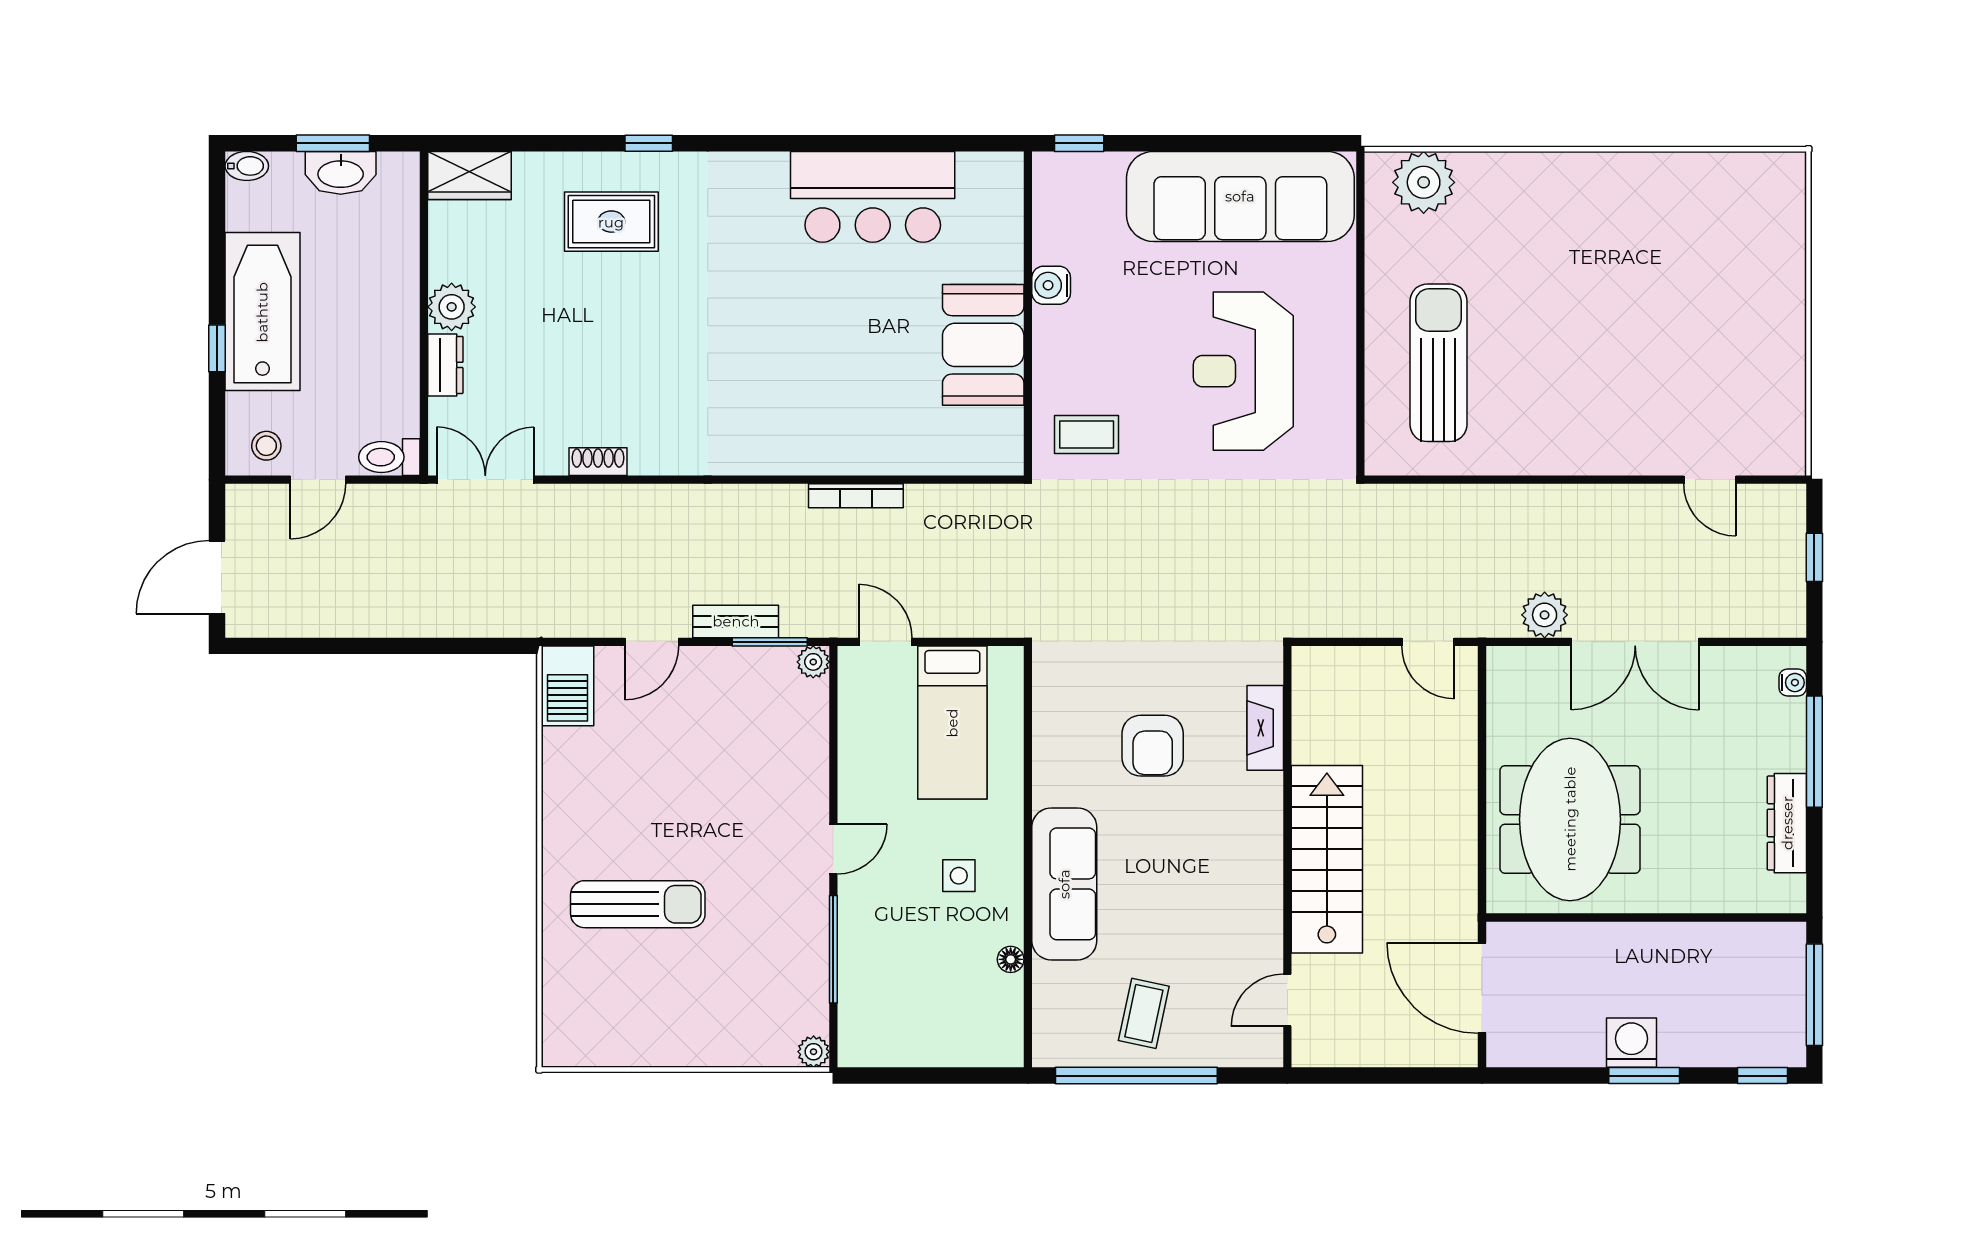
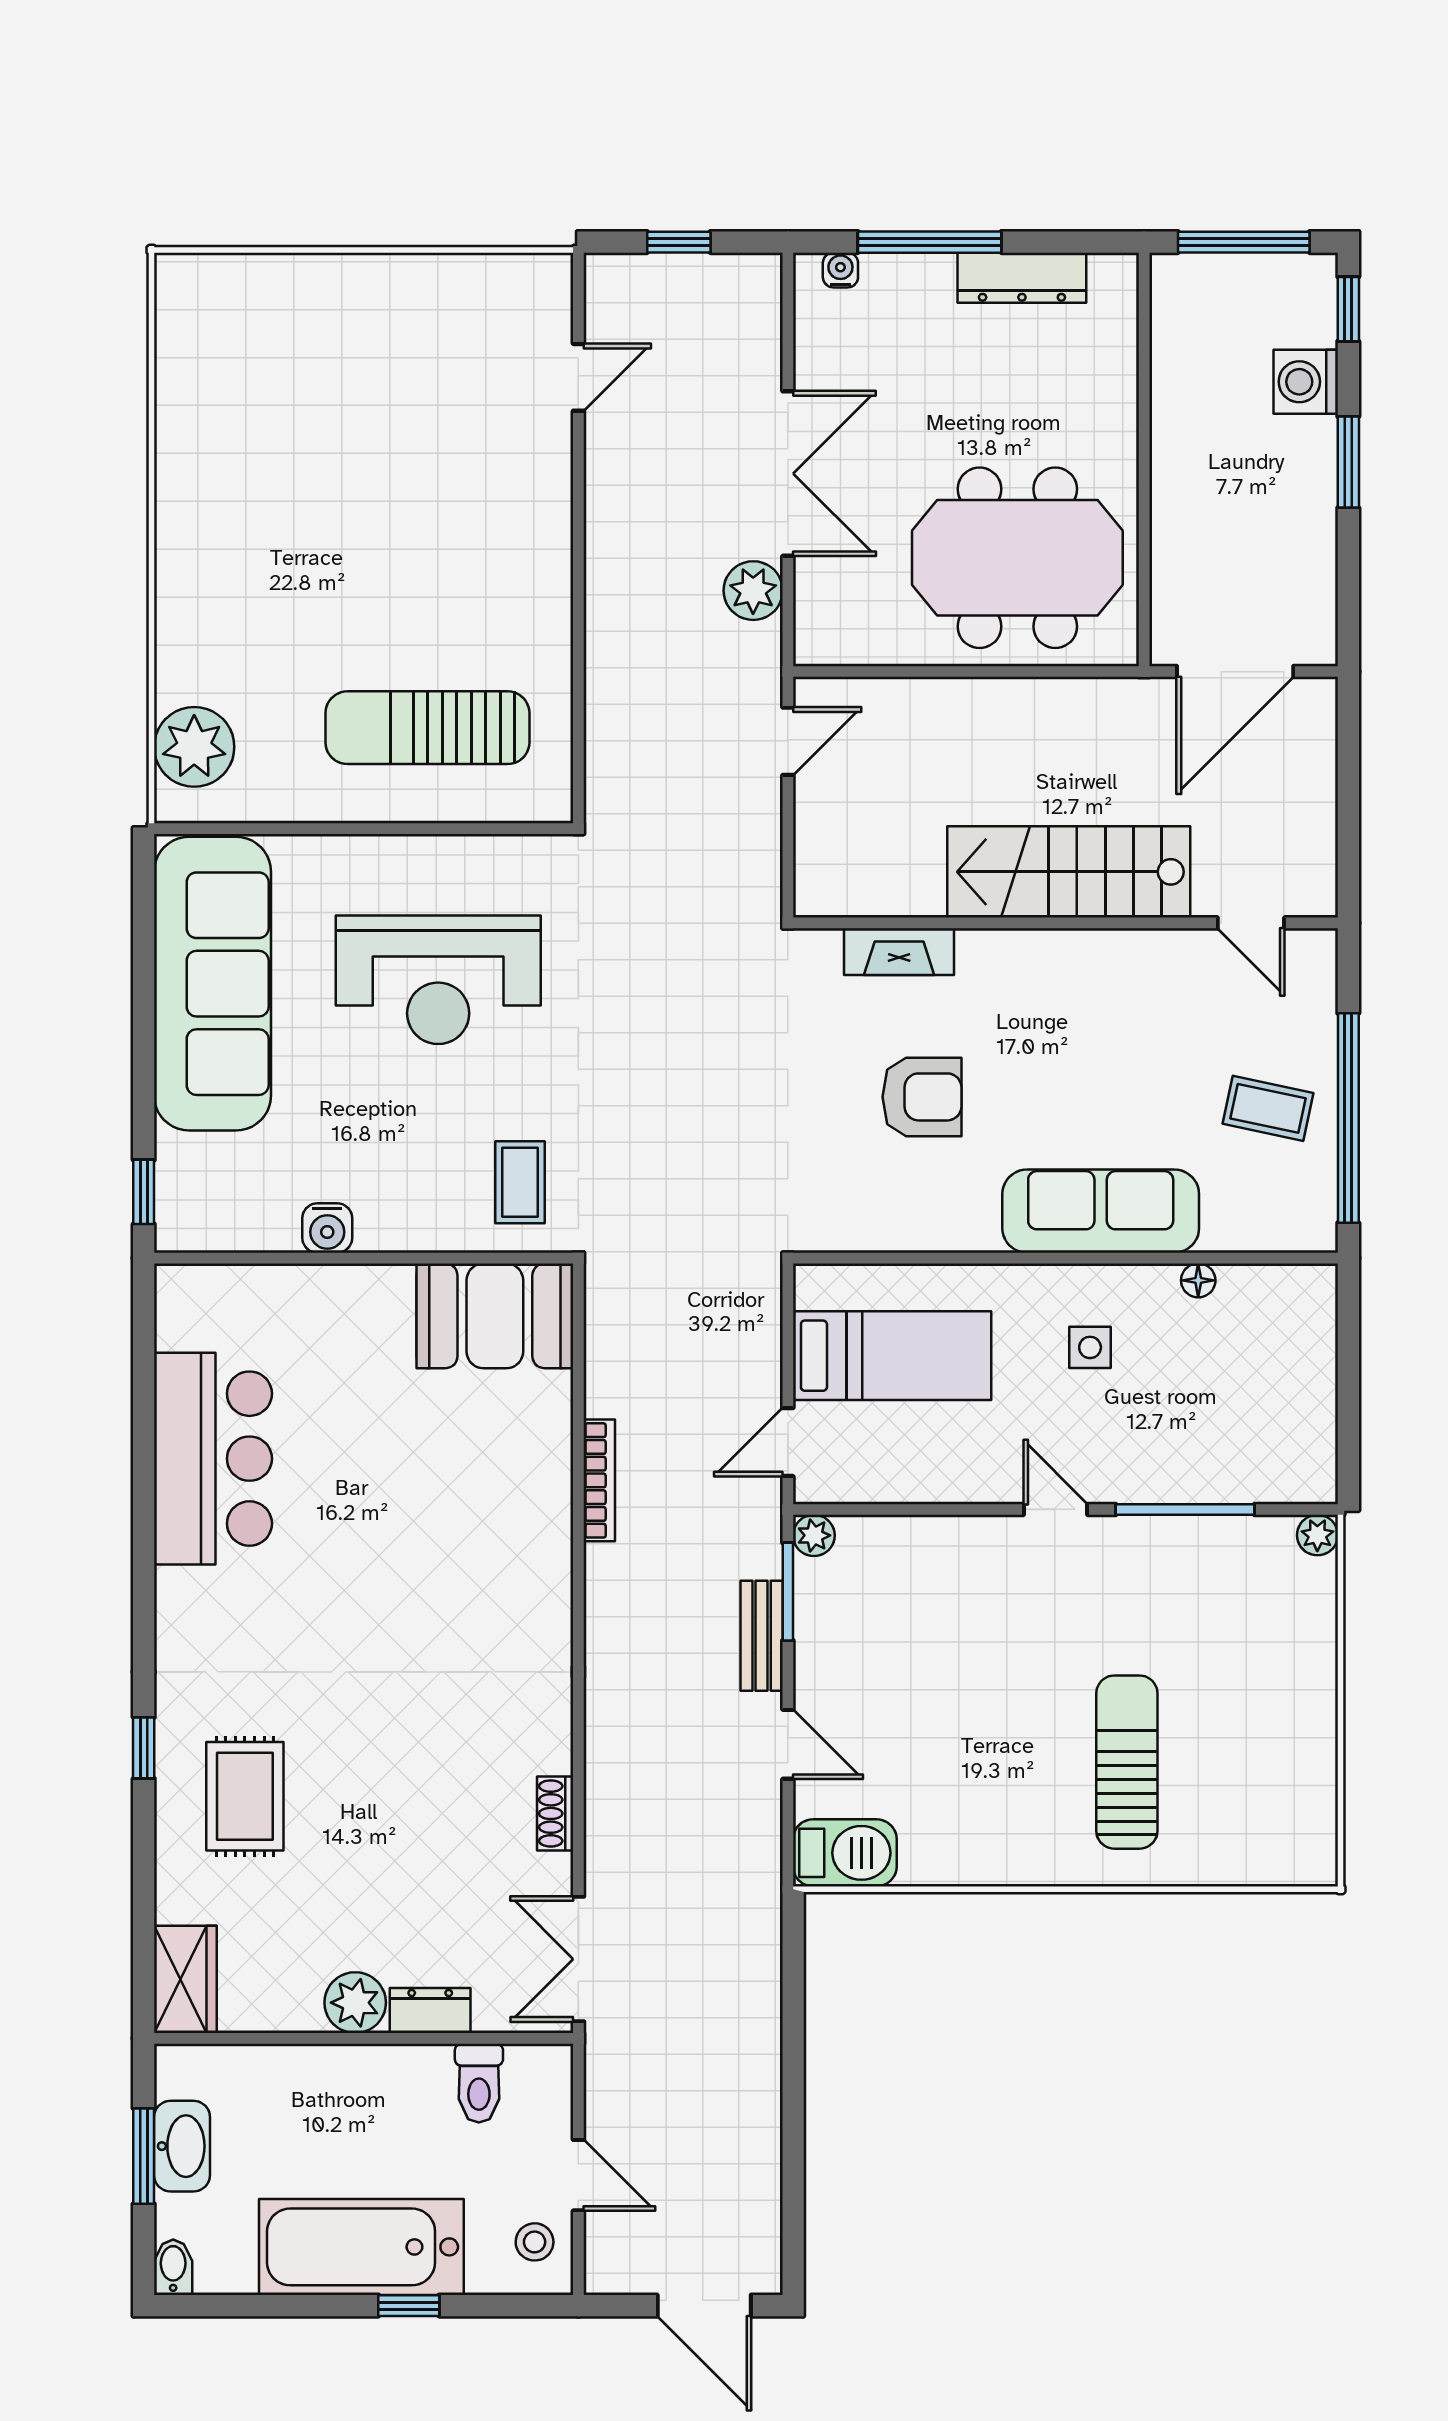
booth: (983, 345) -> (495, 1316), moved
toilet: (389, 457) -> (479, 2083), moved
washing machine: (1631, 1043) -> (1306, 382), moved

